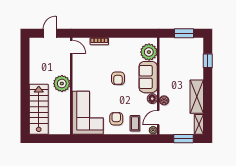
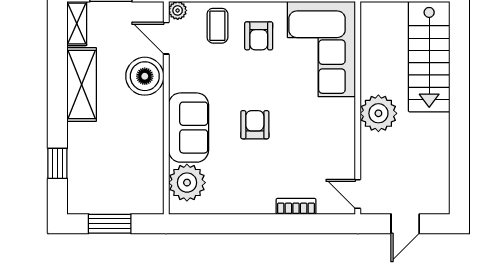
floor lamp: (152, 99) -> (179, 80), removed
boiler: (164, 100) -> (145, 76), width x1.86, depth x1.86
door: (158, 118) -> (166, 38), swing flipped

